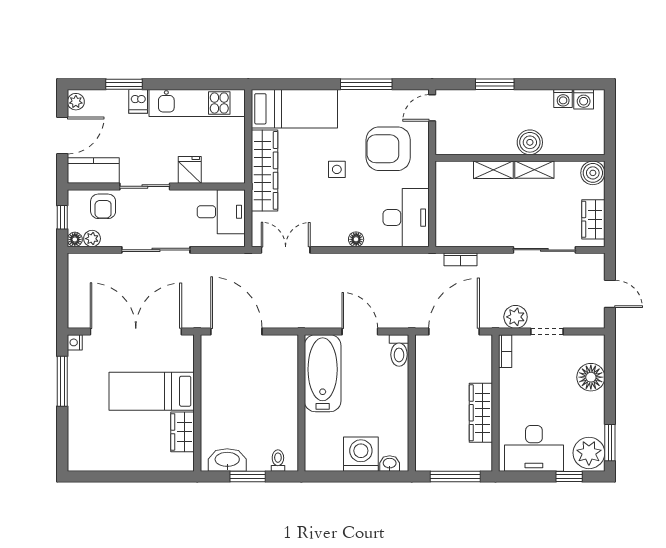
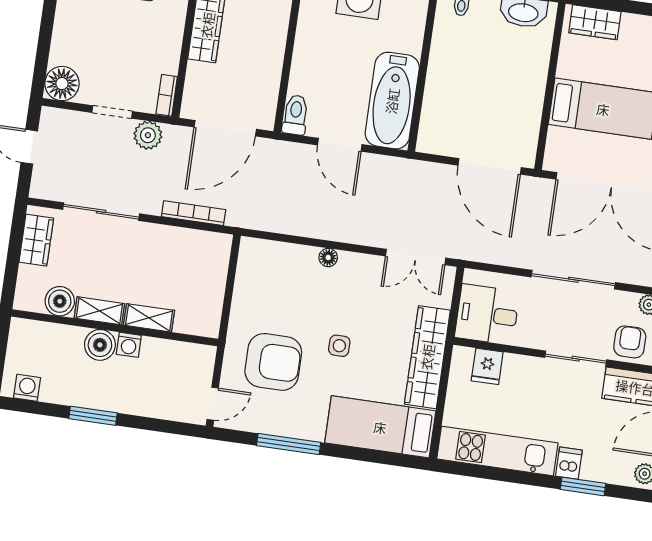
window: (495, 84) -> (93, 416), moved
washing machine: (563, 99) -> (129, 345), moved, turned 180
fridge: (190, 170) -> (487, 366), moved
boiler: (593, 173) -> (60, 301), moved
desk: (406, 218) -> (264, 275), removed
bookcase: (460, 259) -> (194, 213), width x1.56
floor lamp: (591, 377) -> (62, 84), moved
wardrobe: (183, 432) -> (595, 22), moved, turned 90

